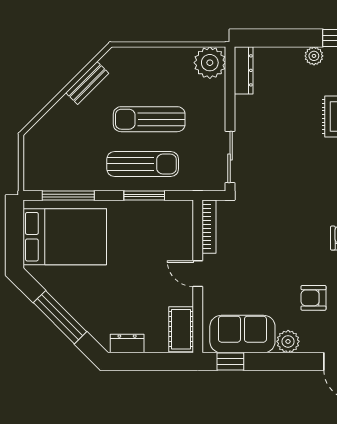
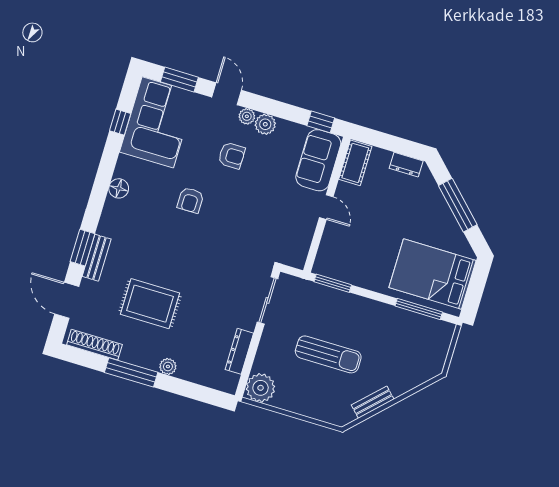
dresser: (244, 70) -> (239, 351), moved
sun lounger: (143, 164) -> (346, 317), removed
window: (144, 195) -> (333, 283), moved
bookcase: (209, 227) -> (304, 245), removed
sofa: (242, 334) -> (318, 160), moved, turned 90
plant: (310, 344) -> (247, 116), added

